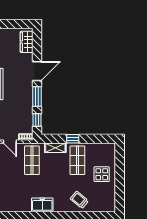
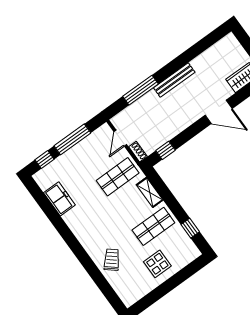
window: (37, 96) -> (191, 132), removed
window: (73, 139) -> (190, 228), moved
freezer: (42, 205) -> (59, 199), moved

